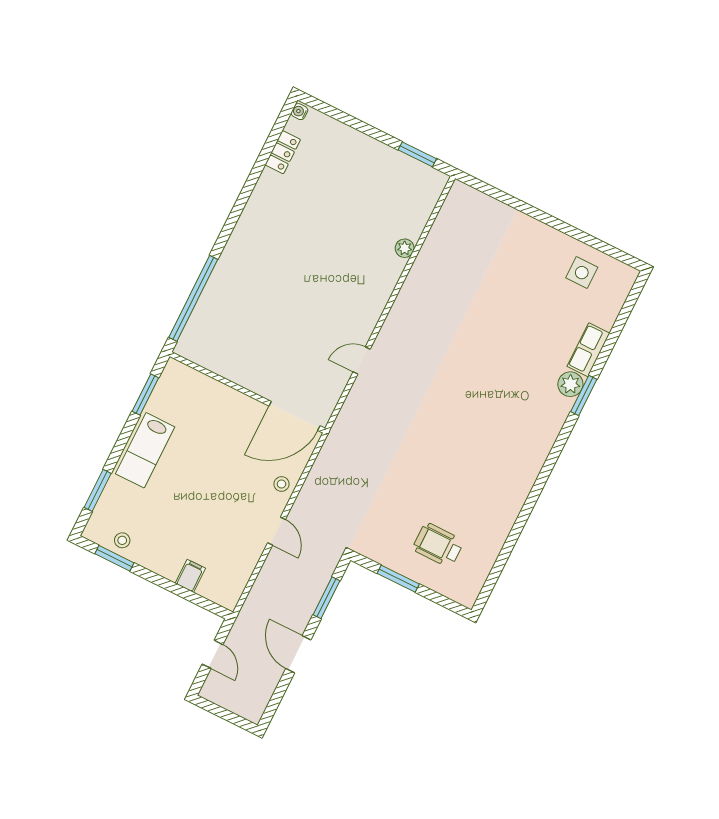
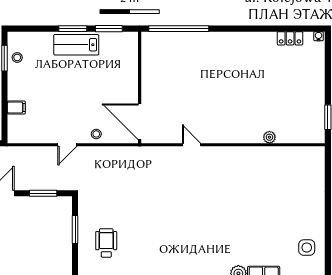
window: (98, 490) -> (73, 29), moved

